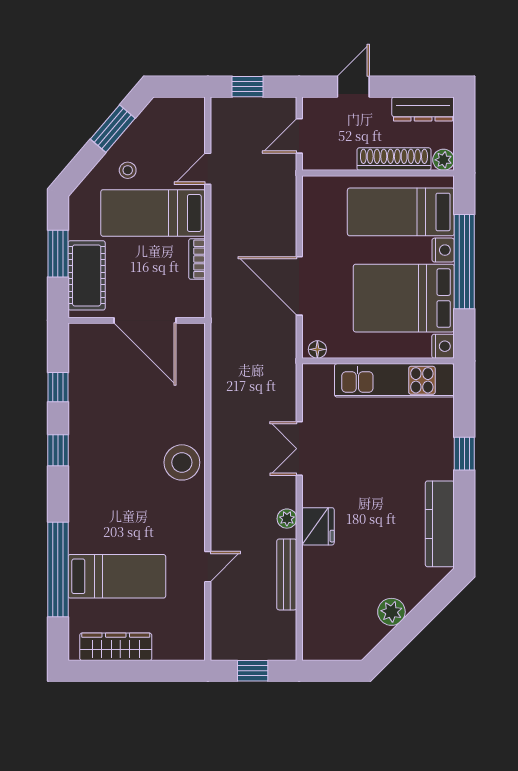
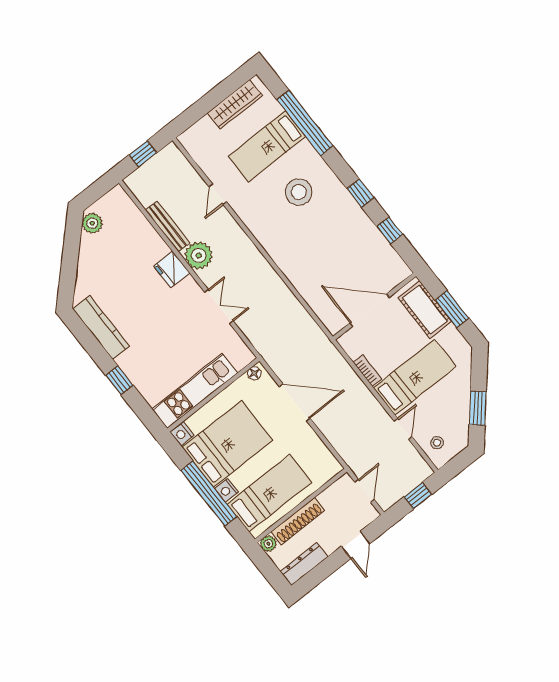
stool: (128, 170) -> (437, 443), moved
stool: (182, 462) -> (299, 192), moved
plant: (287, 519) -> (199, 256), width x1.87, depth x1.87
plant: (391, 612) -> (92, 223), moved

